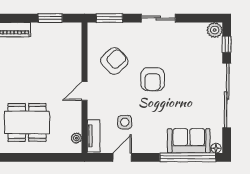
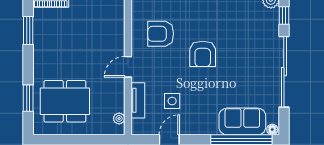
armchair: (114, 61) -> (161, 34), turned -137
tv unit: (94, 136) -> (138, 100), moved

